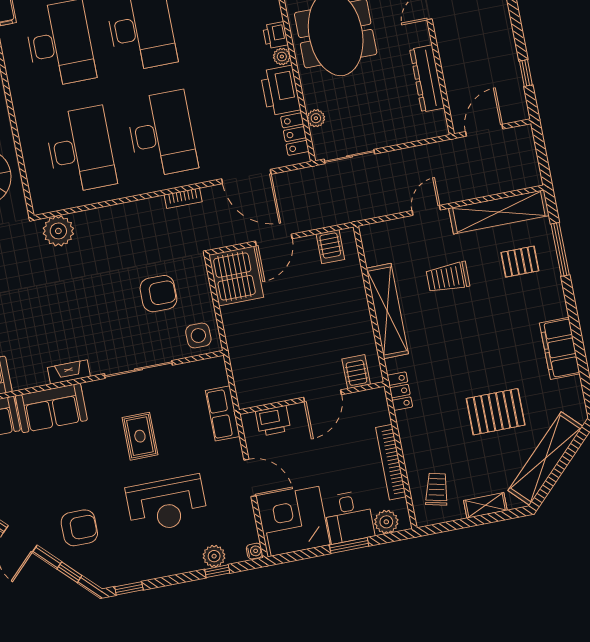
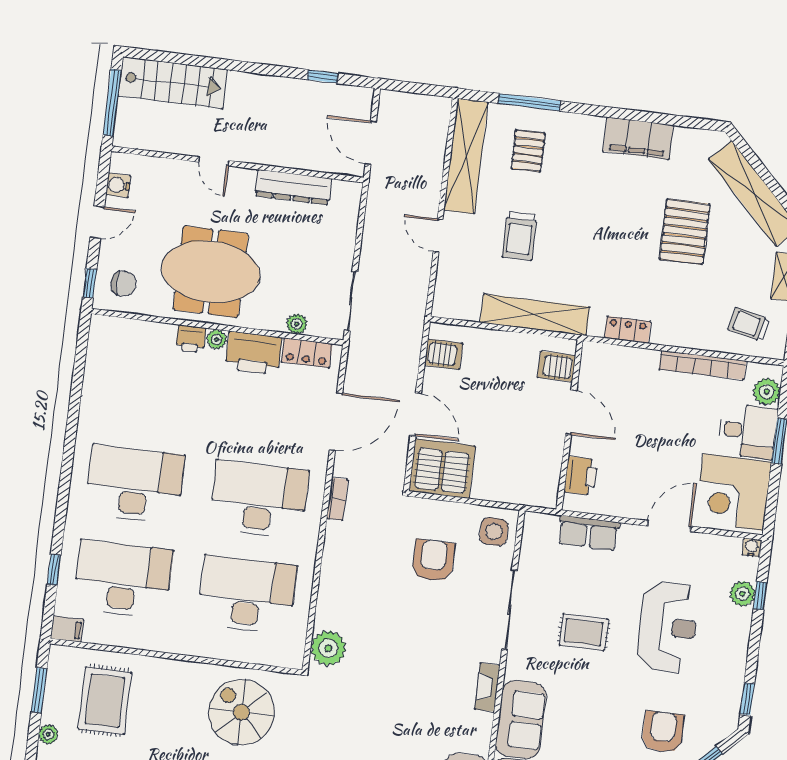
server rack: (356, 372) -> (556, 367), moved
door: (323, 396) -> (571, 412), moved
wall: (312, 398) -> (570, 425), moved
printer: (273, 421) -> (581, 476), moved

